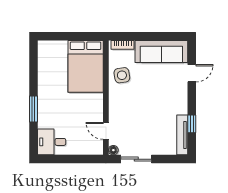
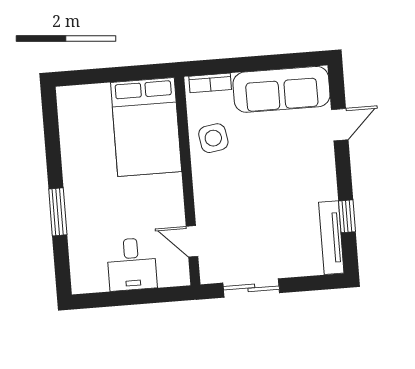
desk: (52, 142) -> (132, 264), moved, turned -90
floor lamp: (113, 150) -> (208, 275), removed

